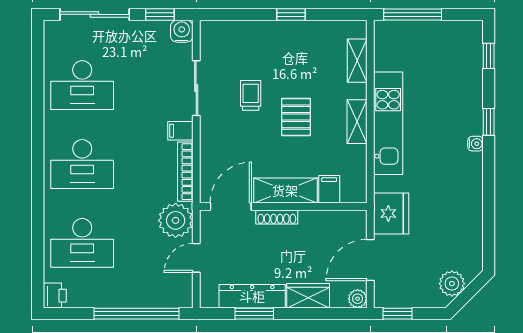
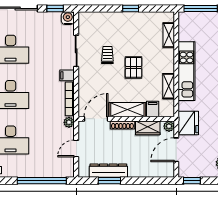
shelving: (357, 122) -> (169, 86), moved
plant: (176, 220) -> (69, 122), width x0.53, depth x0.53
wardrobe: (308, 296) -> (148, 128), moved, turned 180
plant: (358, 299) -> (169, 126), moved

